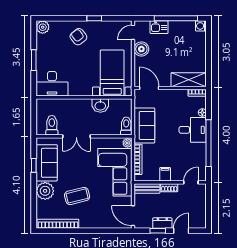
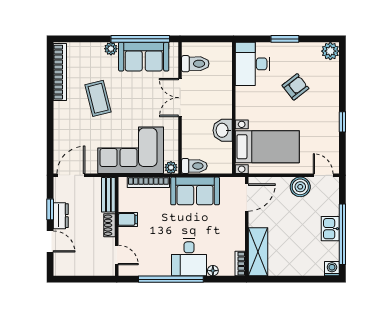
kitchen sink: (159, 27) -> (330, 229), moved
armchair: (78, 37) -> (295, 87), moved
window: (34, 165) -> (140, 39), width x3.17
plant: (45, 191) -> (111, 49), width x0.53, depth x0.53

